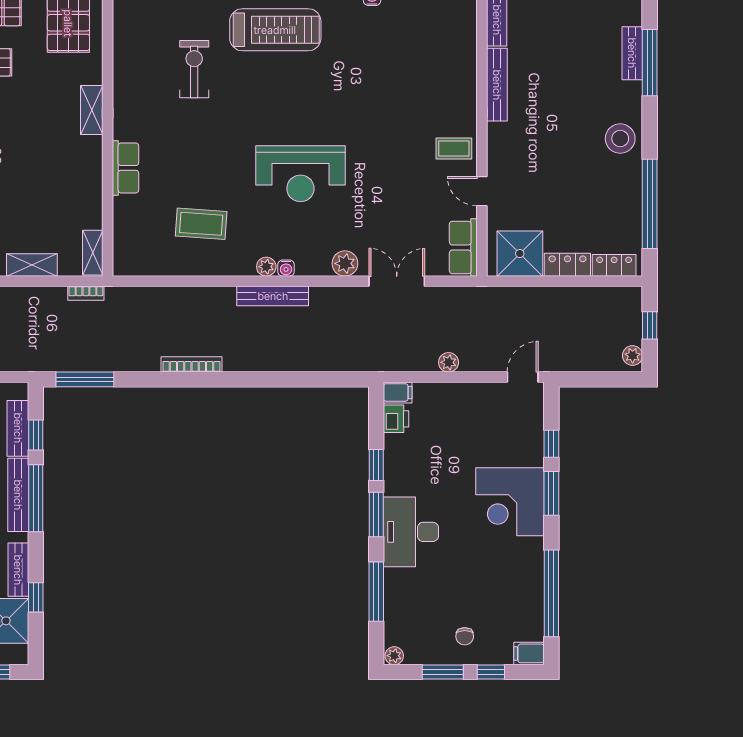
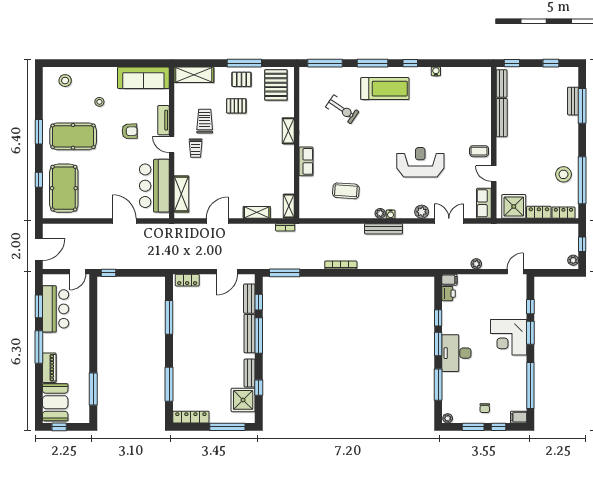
exercise bike: (194, 69) -> (342, 109), turned 124
stool: (620, 139) -> (563, 174), moved
reception desk: (300, 174) -> (420, 162), moved, turned 180

